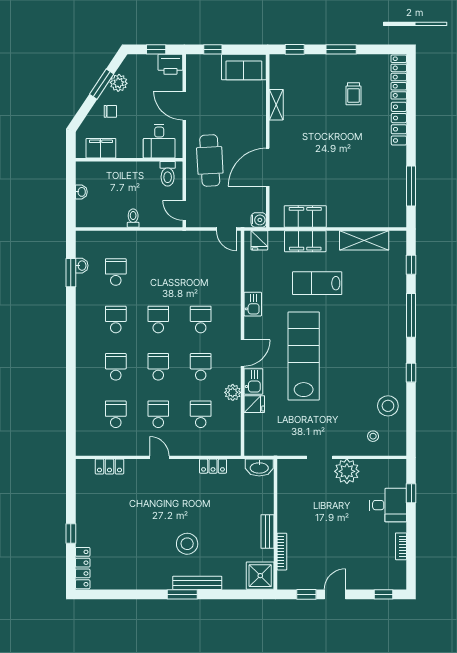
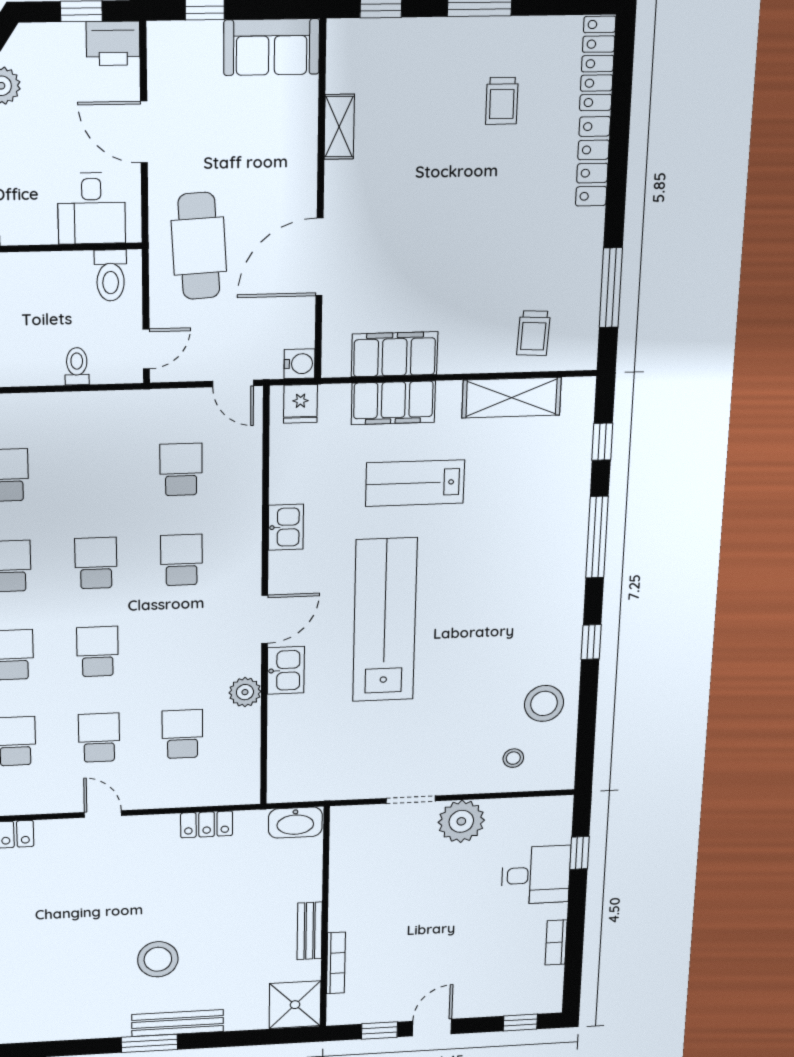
trolley: (374, 208) -> (534, 333), added
door: (184, 210) -> (146, 349), swing flipped
toilet: (133, 218) -> (77, 366), moved
school desk: (201, 367) -> (181, 469), moved
fridge: (254, 404) -> (287, 711), removed

